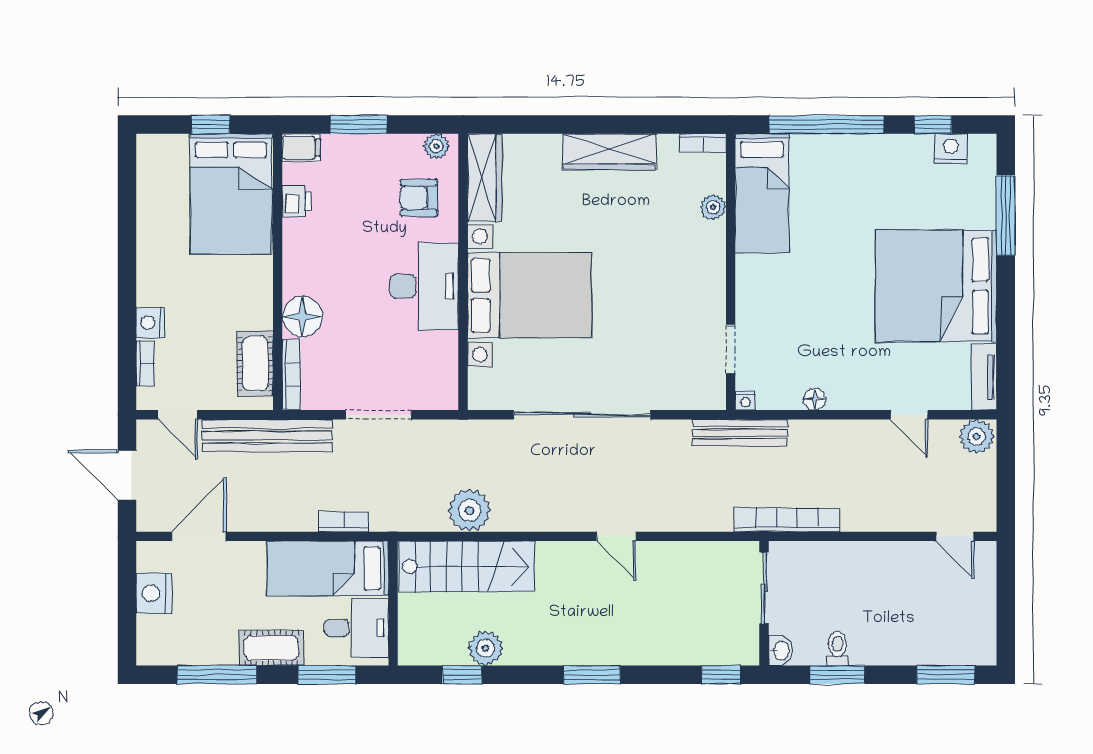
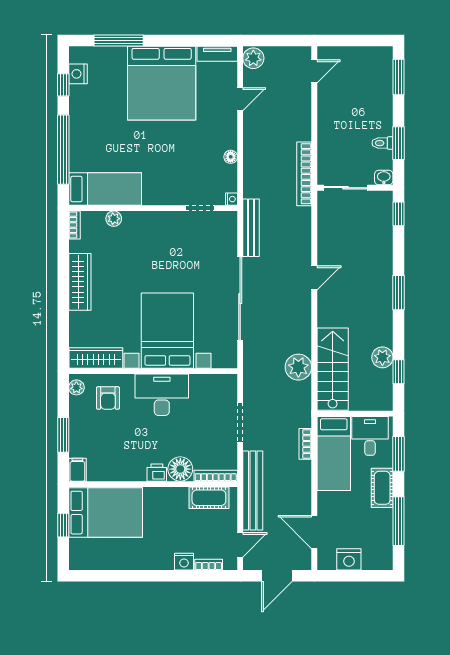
printer: (297, 201) -> (157, 473), moved
bench: (740, 433) -> (251, 228), moved

